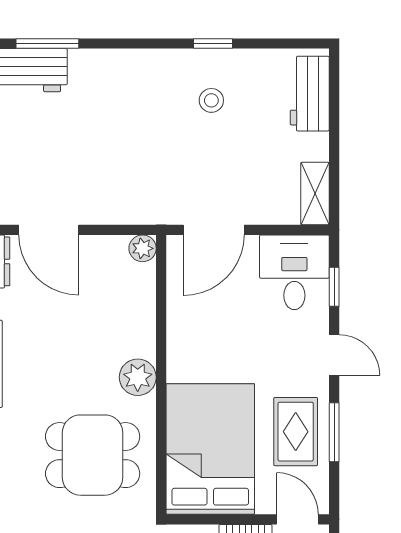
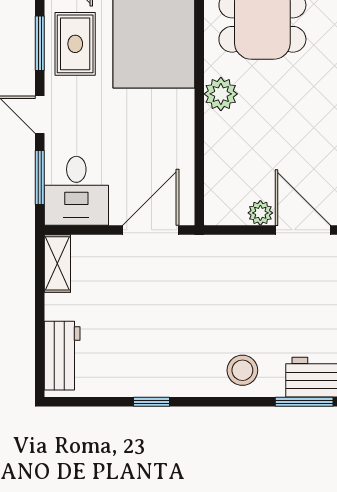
stool: (211, 100) -> (242, 370), moved, width x1.37, depth x1.37
plant: (143, 248) -> (260, 213), moved
window: (334, 287) -> (40, 177), width x1.50

